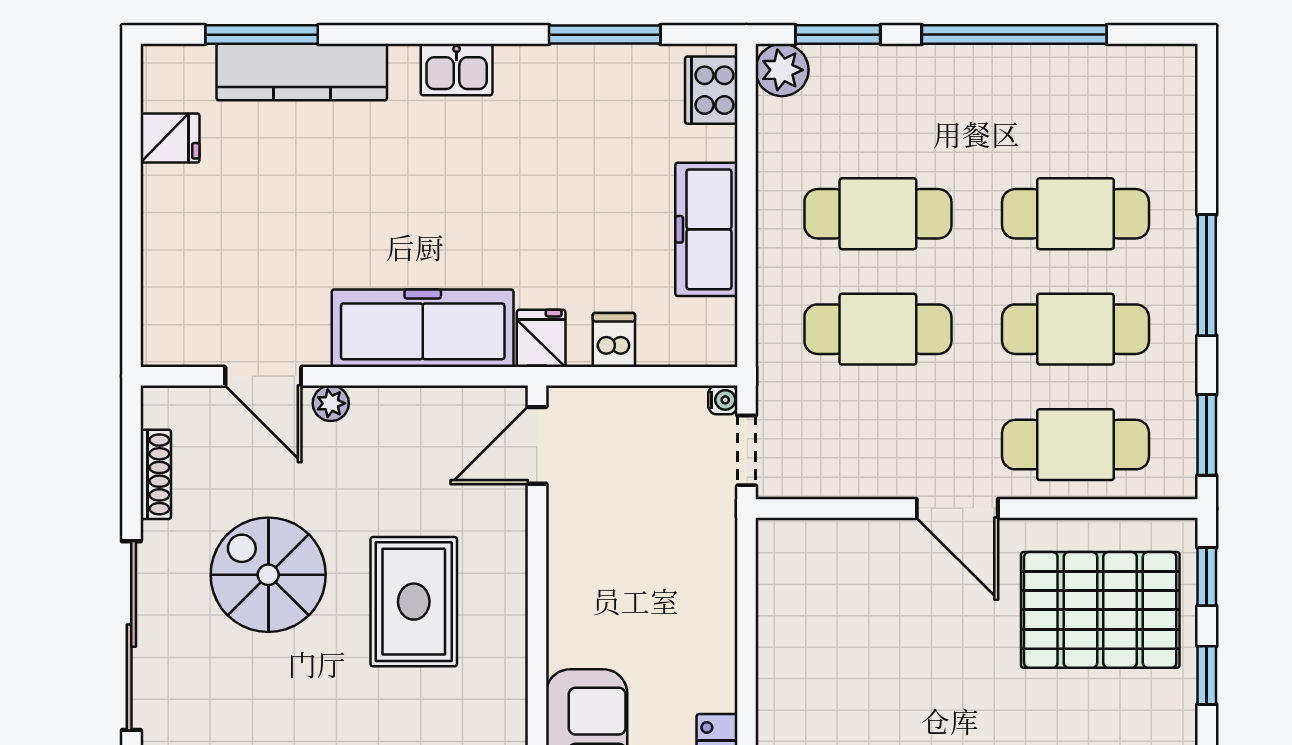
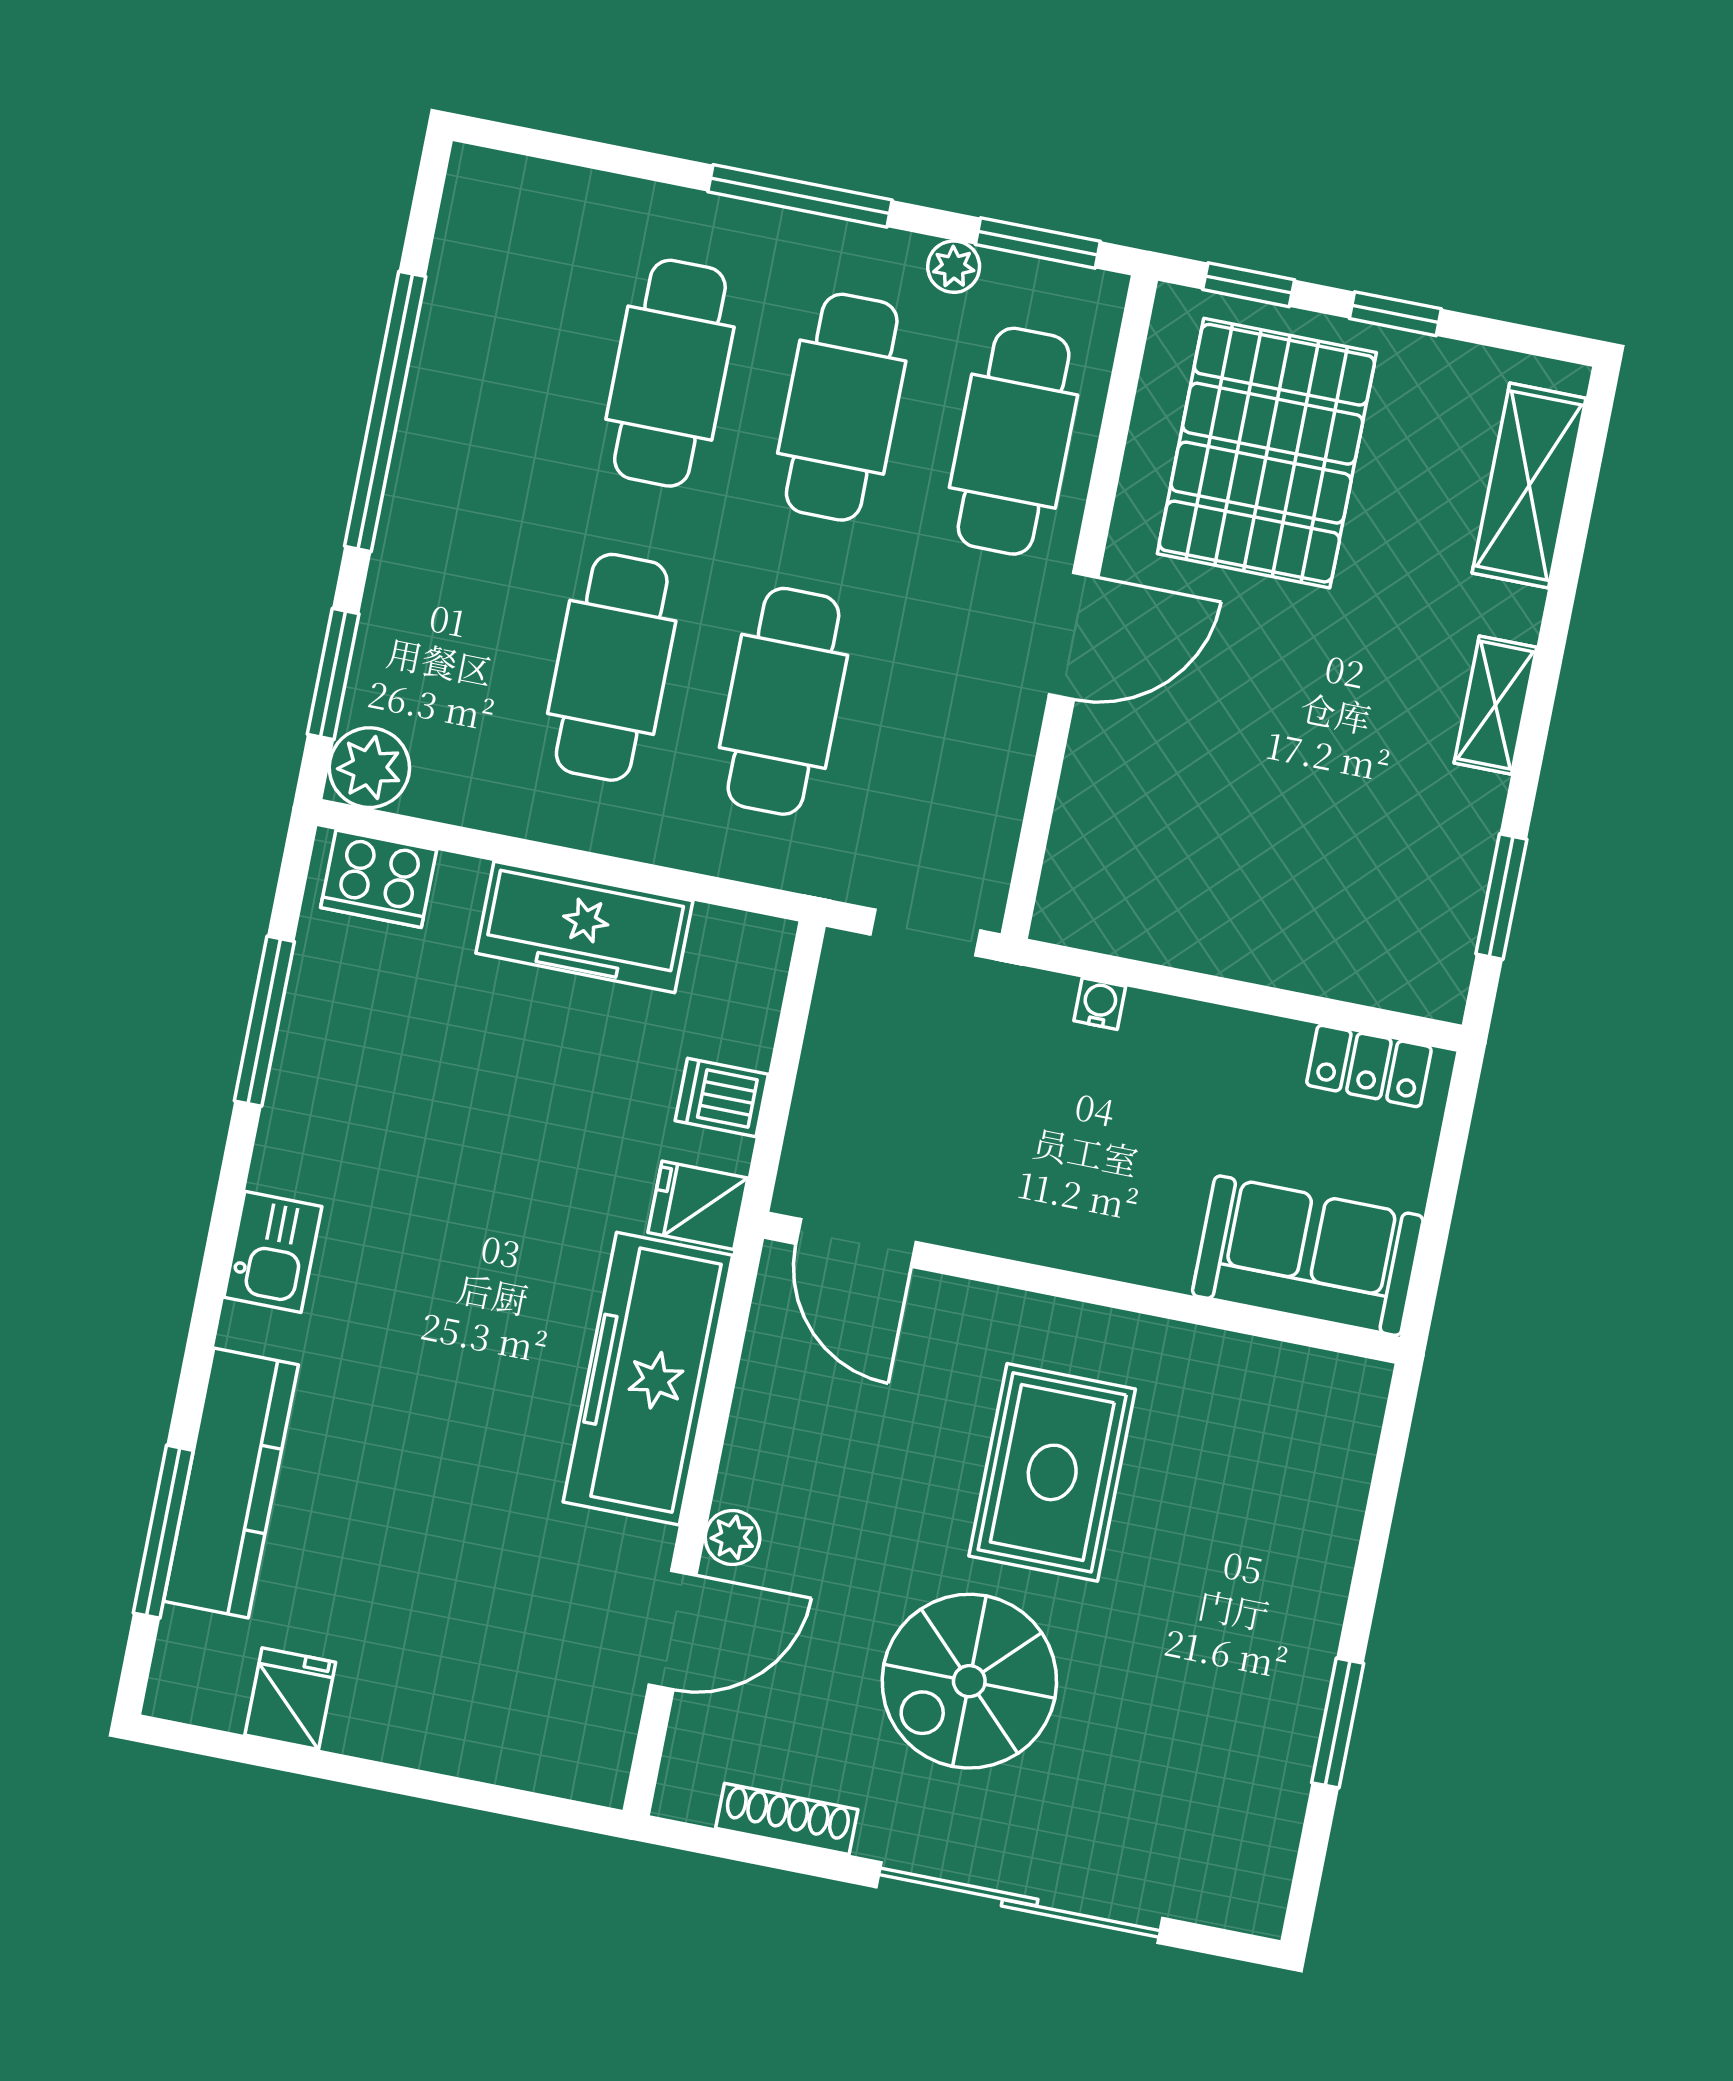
plant: (1181, 384) -> (954, 267), added
water cooler: (723, 400) -> (1100, 1004), moved
rug: (414, 602) -> (1052, 1472), turned 90

